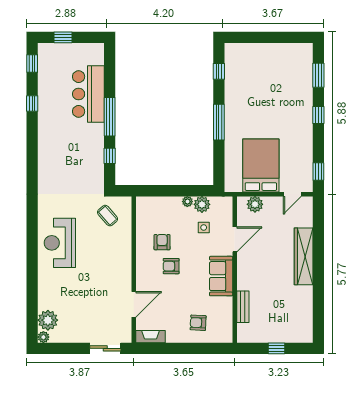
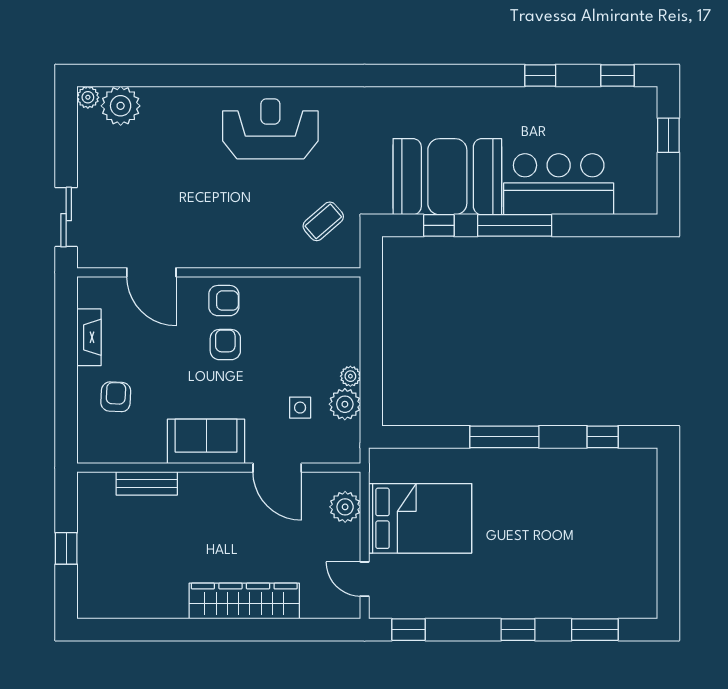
booth: (84, 151) -> (447, 177), added
armchair: (162, 242) -> (224, 301), moved
fireplace: (151, 337) -> (89, 337), moved

